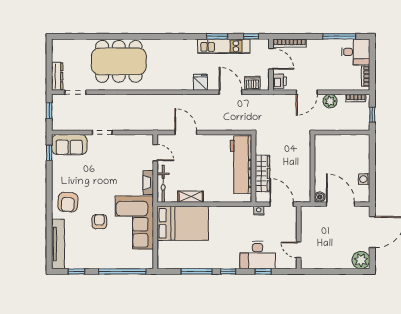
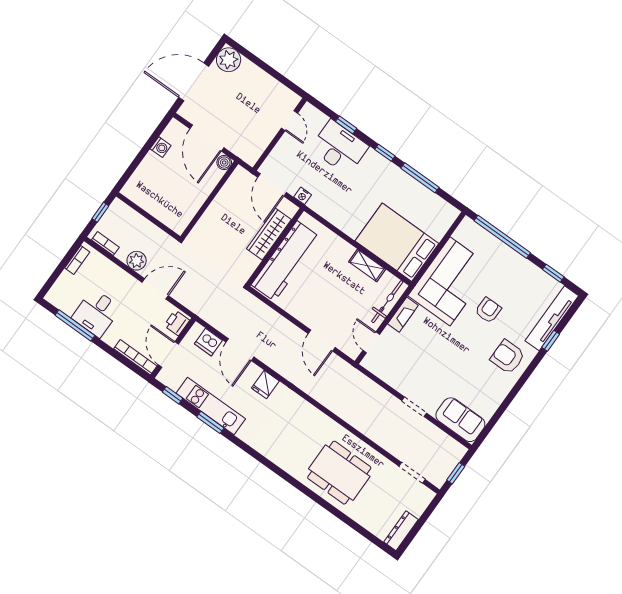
desk: (356, 52) -> (96, 313), moved, turned -90
dining table: (119, 61) -> (339, 473), width x0.73, depth x0.80
dresser: (57, 76) -> (401, 531), moved
window: (49, 153) -> (551, 341), moved
armchair: (68, 202) -> (508, 357), turned -94
armchair: (99, 222) -> (488, 310), turned 180

